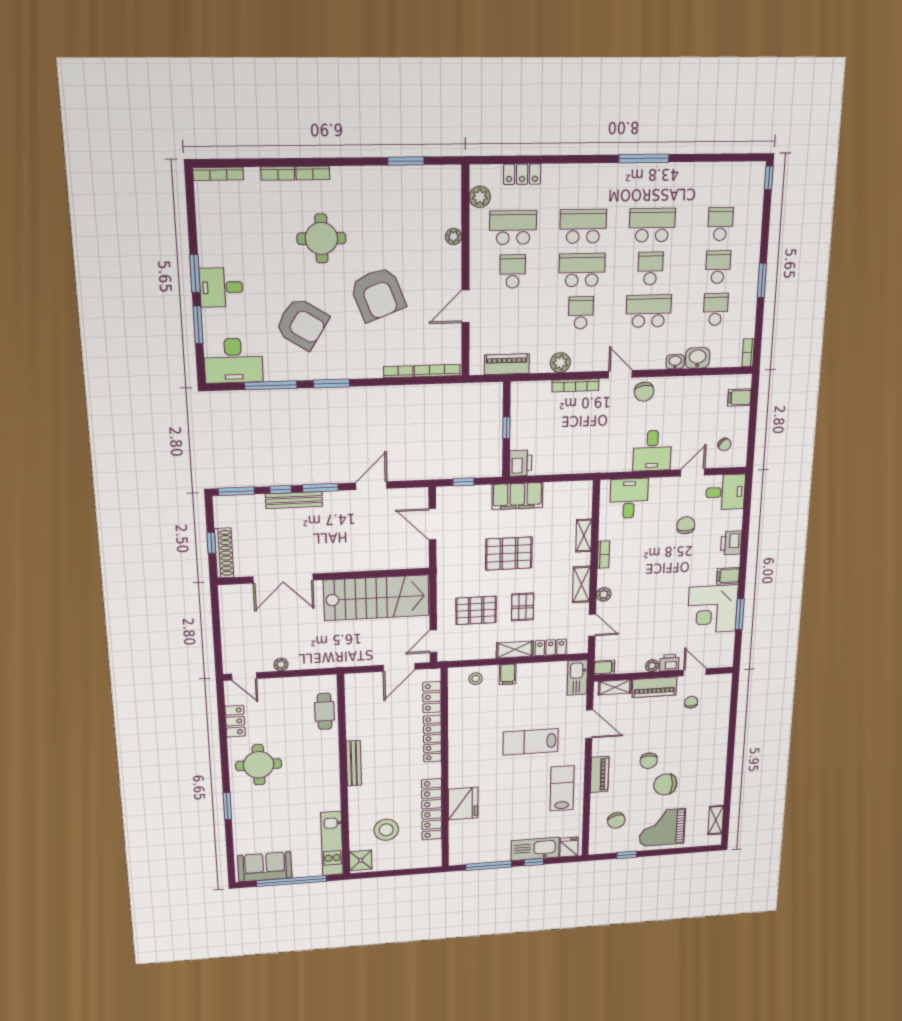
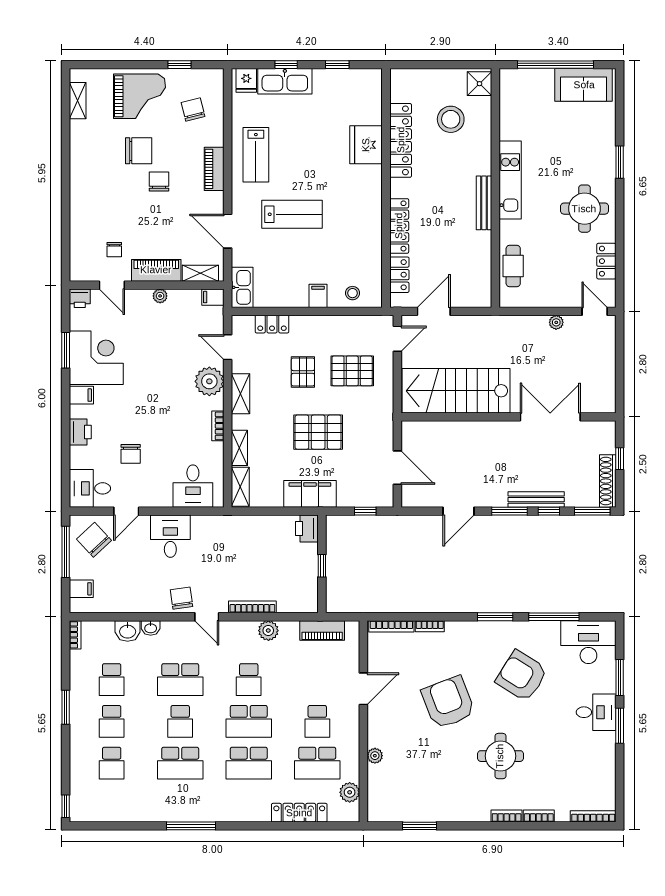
locker: (522, 174) -> (299, 813), width x1.53
window: (752, 432) -> (66, 552), added
chair: (725, 444) -> (94, 540), width x1.87, depth x1.87
shoe rack: (224, 553) -> (608, 481), moved
plant: (604, 594) -> (209, 381), width x1.88, depth x1.88
shelving: (515, 650) -> (240, 487), moved, turned 90
printer: (669, 663) -> (80, 298), moved
kitchen unit: (332, 843) -> (510, 180), moved
window: (489, 866) -> (337, 65), width x0.46

